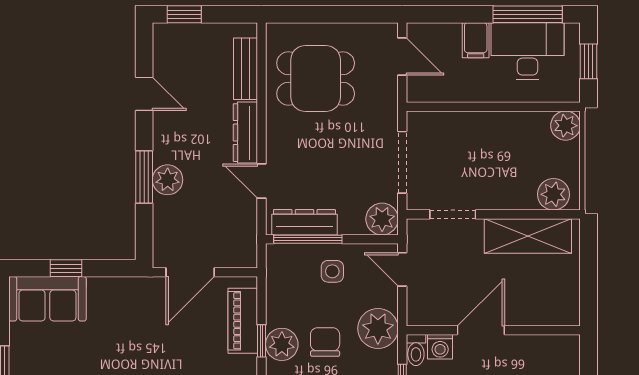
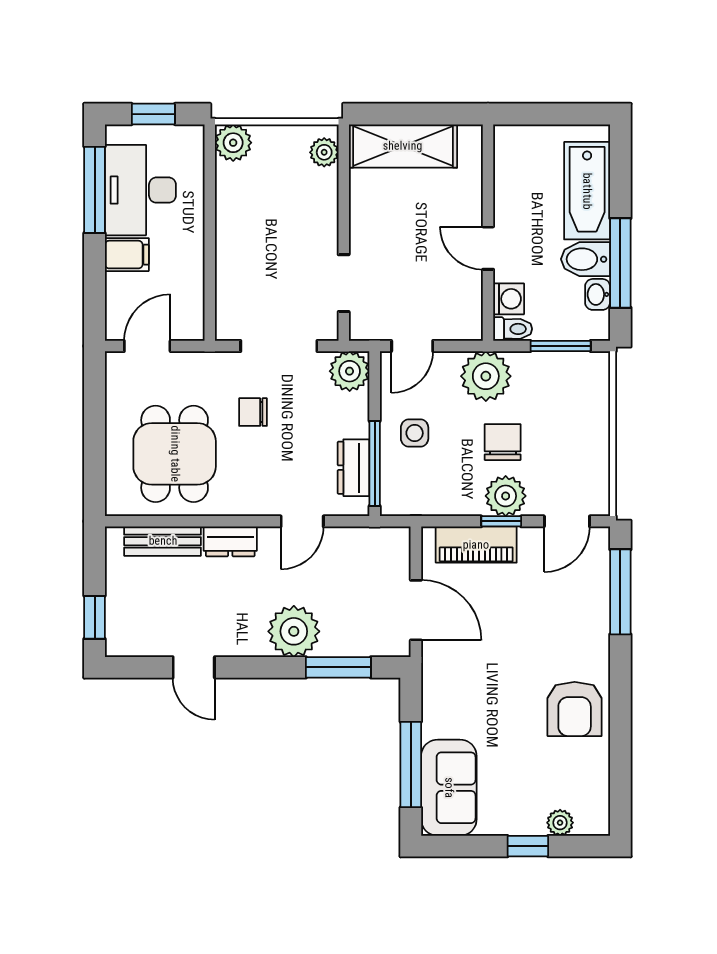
door: (144, 94) -> (194, 667), swing flipped
dresser: (245, 133) -> (230, 541), width x0.70
chair: (349, 141) -> (253, 412), added
window: (144, 177) -> (338, 667), moved
plant: (168, 180) -> (294, 631), width x1.36, depth x1.36
plant: (553, 194) -> (324, 152), width x0.73, depth x0.73
dresser: (304, 222) -> (354, 468), width x0.70
shelving: (528, 236) -> (403, 146), moved, turned 90
window: (66, 268) -> (411, 765), width x2.17
door: (481, 330) -> (488, 248), width x0.73
chair: (325, 342) -> (503, 442), turned 90

